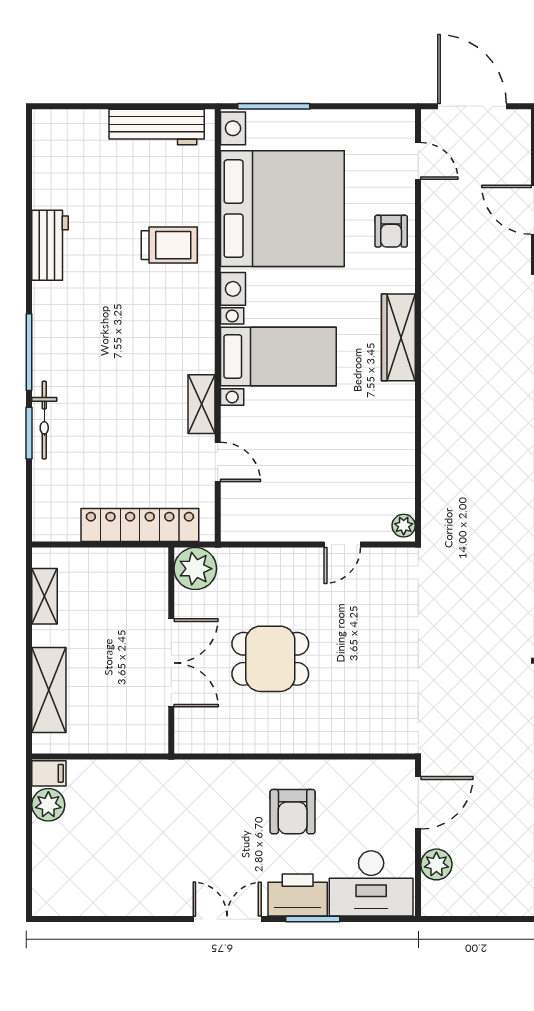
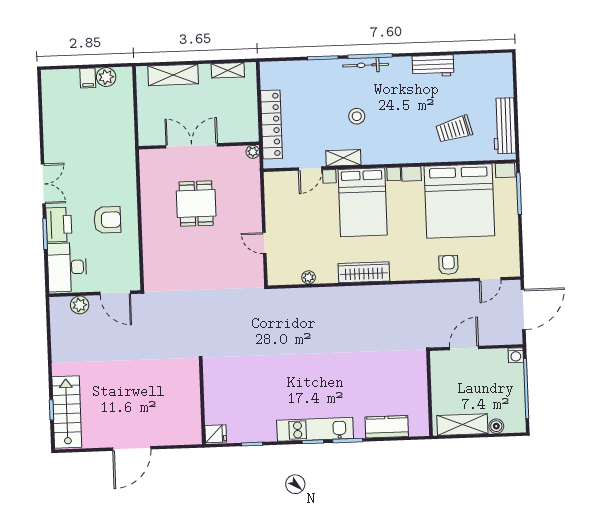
armchair: (391, 231) -> (448, 265), turned 90
trolley: (169, 245) -> (454, 129), moved, turned 75
wardrobe: (398, 337) -> (364, 272), moved
bed with nightstands: (278, 356) -> (363, 202), width x1.36
stool: (131, 379) -> (357, 116), added
bicycle: (44, 420) -> (366, 65), moved
plant: (404, 526) -> (309, 277), moved
plant: (195, 569) -> (253, 152), width x0.53, depth x0.53
double door: (171, 663) -> (192, 146), swing flipped
filing cabinet: (49, 773) -> (88, 78), moved
armchair: (293, 812) -> (107, 220), turned 180

